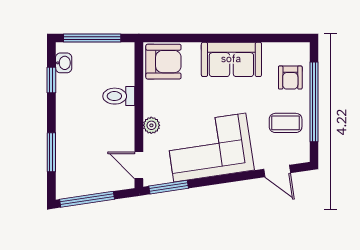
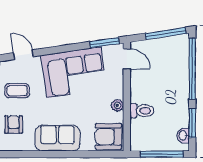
window: (51, 80) -> (192, 123), width x1.50
plant: (151, 125) -> (117, 105), moved
window: (51, 152) -> (192, 69), width x2.11

